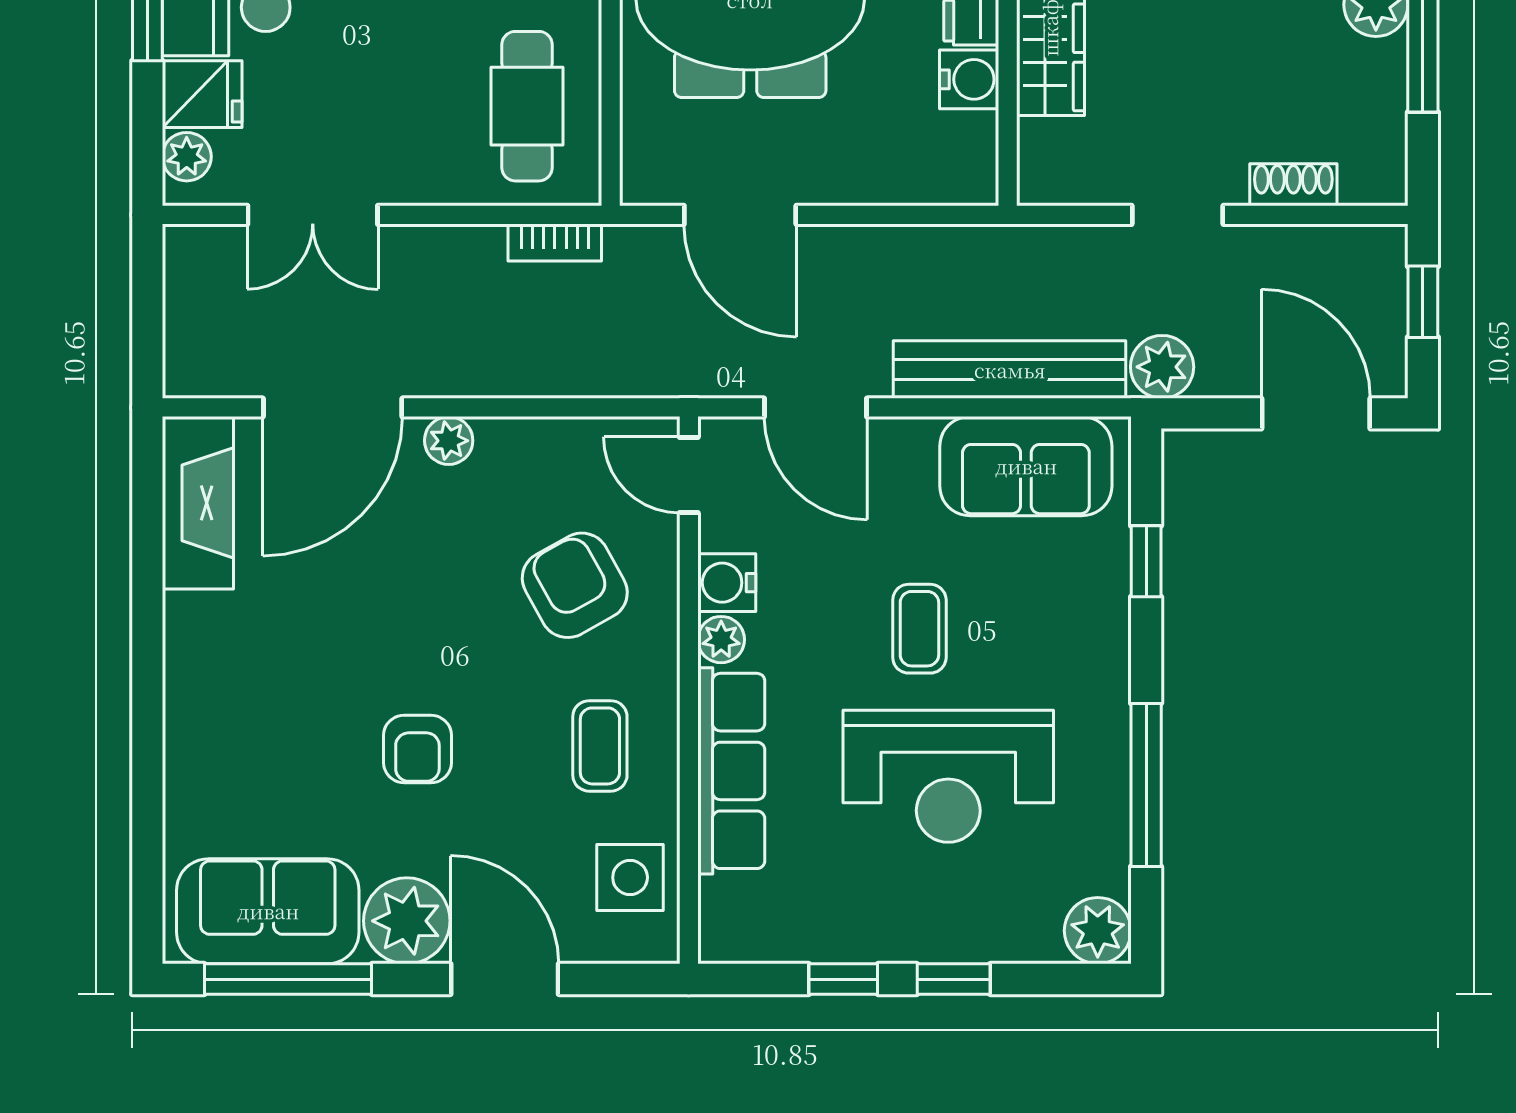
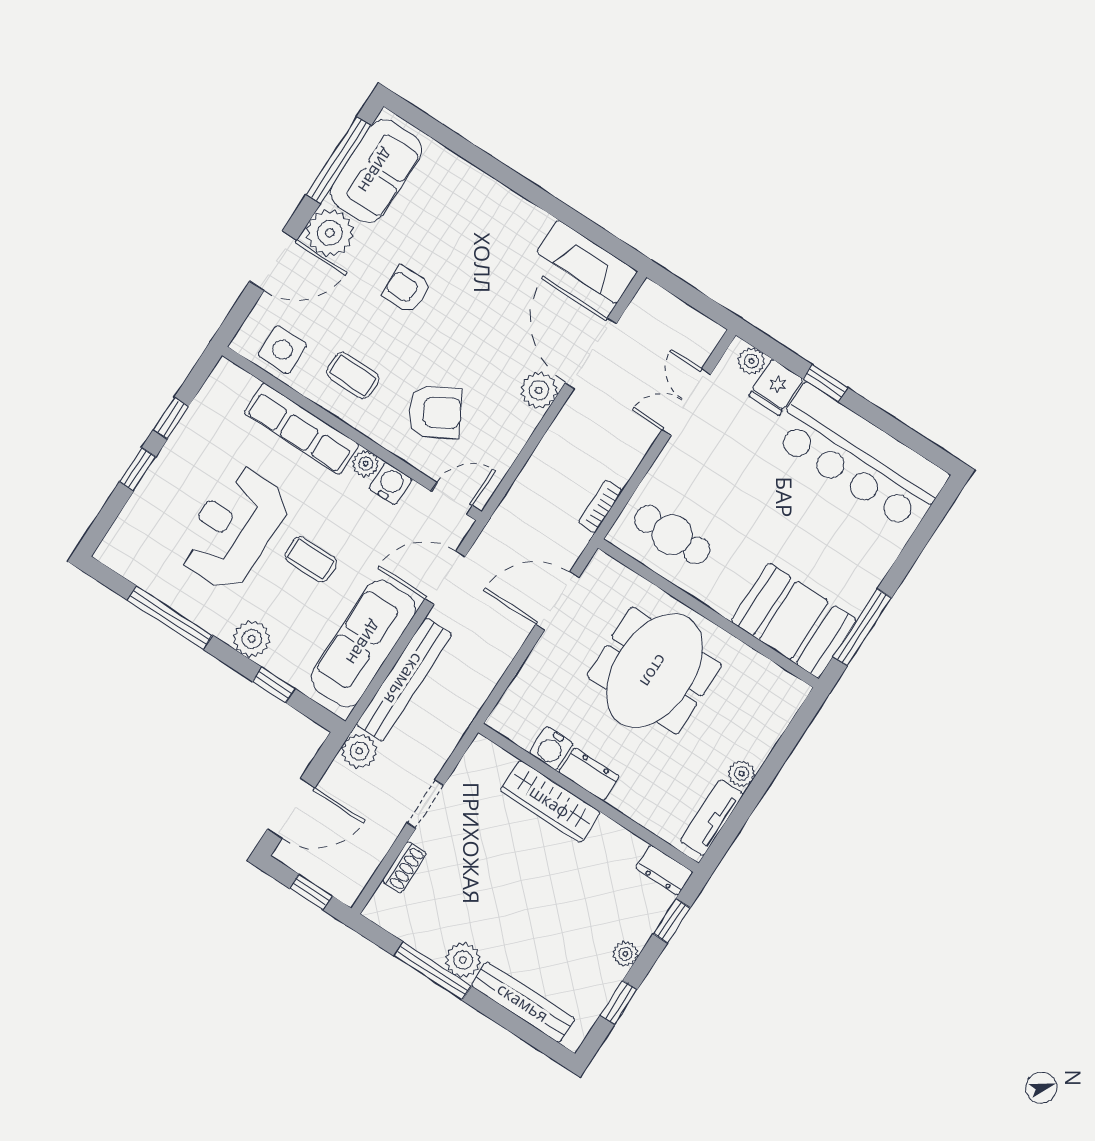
plant: (449, 441) -> (539, 390), width x1.38, depth x1.38
sofa: (1026, 466) -> (364, 643), width x1.36
plant: (1098, 931) -> (252, 639), moved

